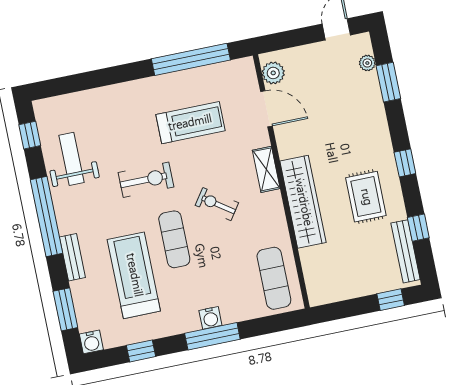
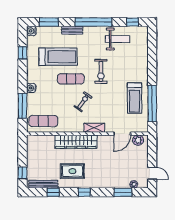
treadmill: (190, 123) -> (135, 98), moved
window: (212, 336) -> (23, 106), moved

